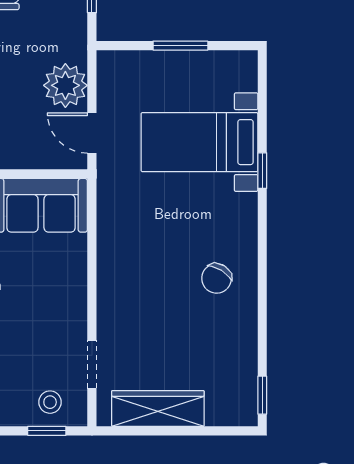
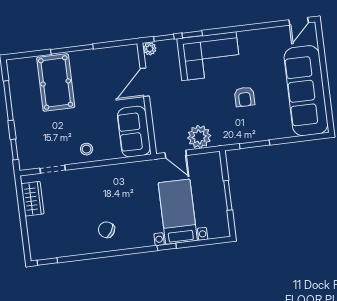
door: (92, 133) -> (176, 154), swing flipped
stool: (50, 402) -> (87, 149), moved
wardrobe: (158, 408) -> (33, 199), width x0.67

